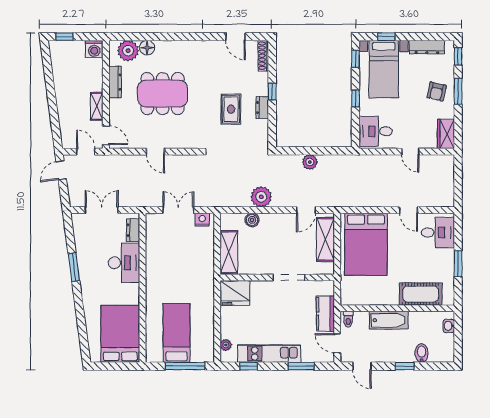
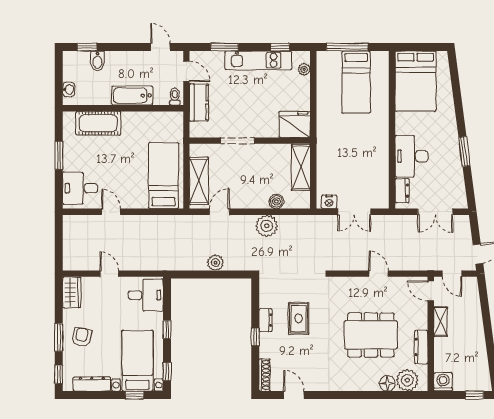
bed: (366, 244) -> (164, 176), width x0.67
window: (405, 366) -> (87, 47), moved

